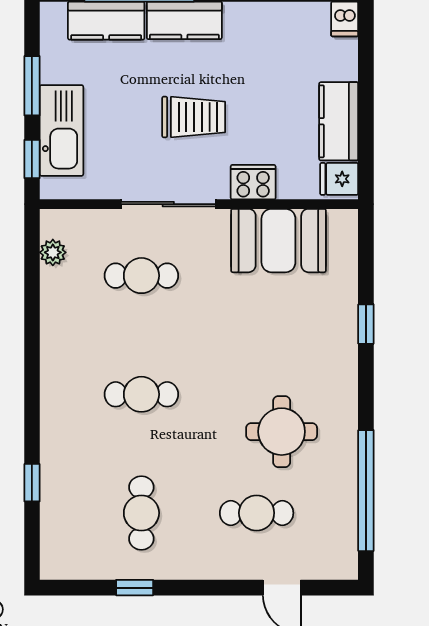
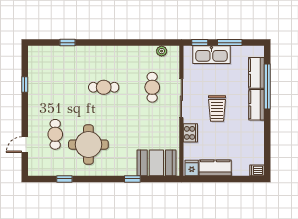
booth: (278, 241) -> (156, 163), moved, turned 90
cafe table: (141, 394) -> (104, 87), turned 90
round table: (282, 432) -> (88, 145), width x1.36, depth x1.36
window: (366, 491) -> (64, 179), width x0.32
cafe table: (141, 513) -> (55, 87), removed

